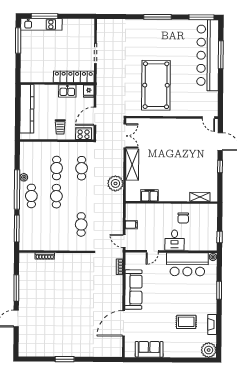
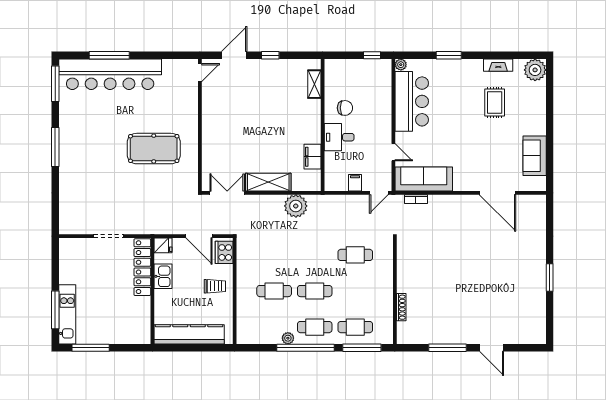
pool table: (156, 85) -> (154, 149), width x0.73, depth x0.76
cafe table: (82, 168) -> (355, 327), moved
desk: (175, 240) -> (339, 137), moved, turned 180
sofa: (133, 290) -> (424, 179), moved

